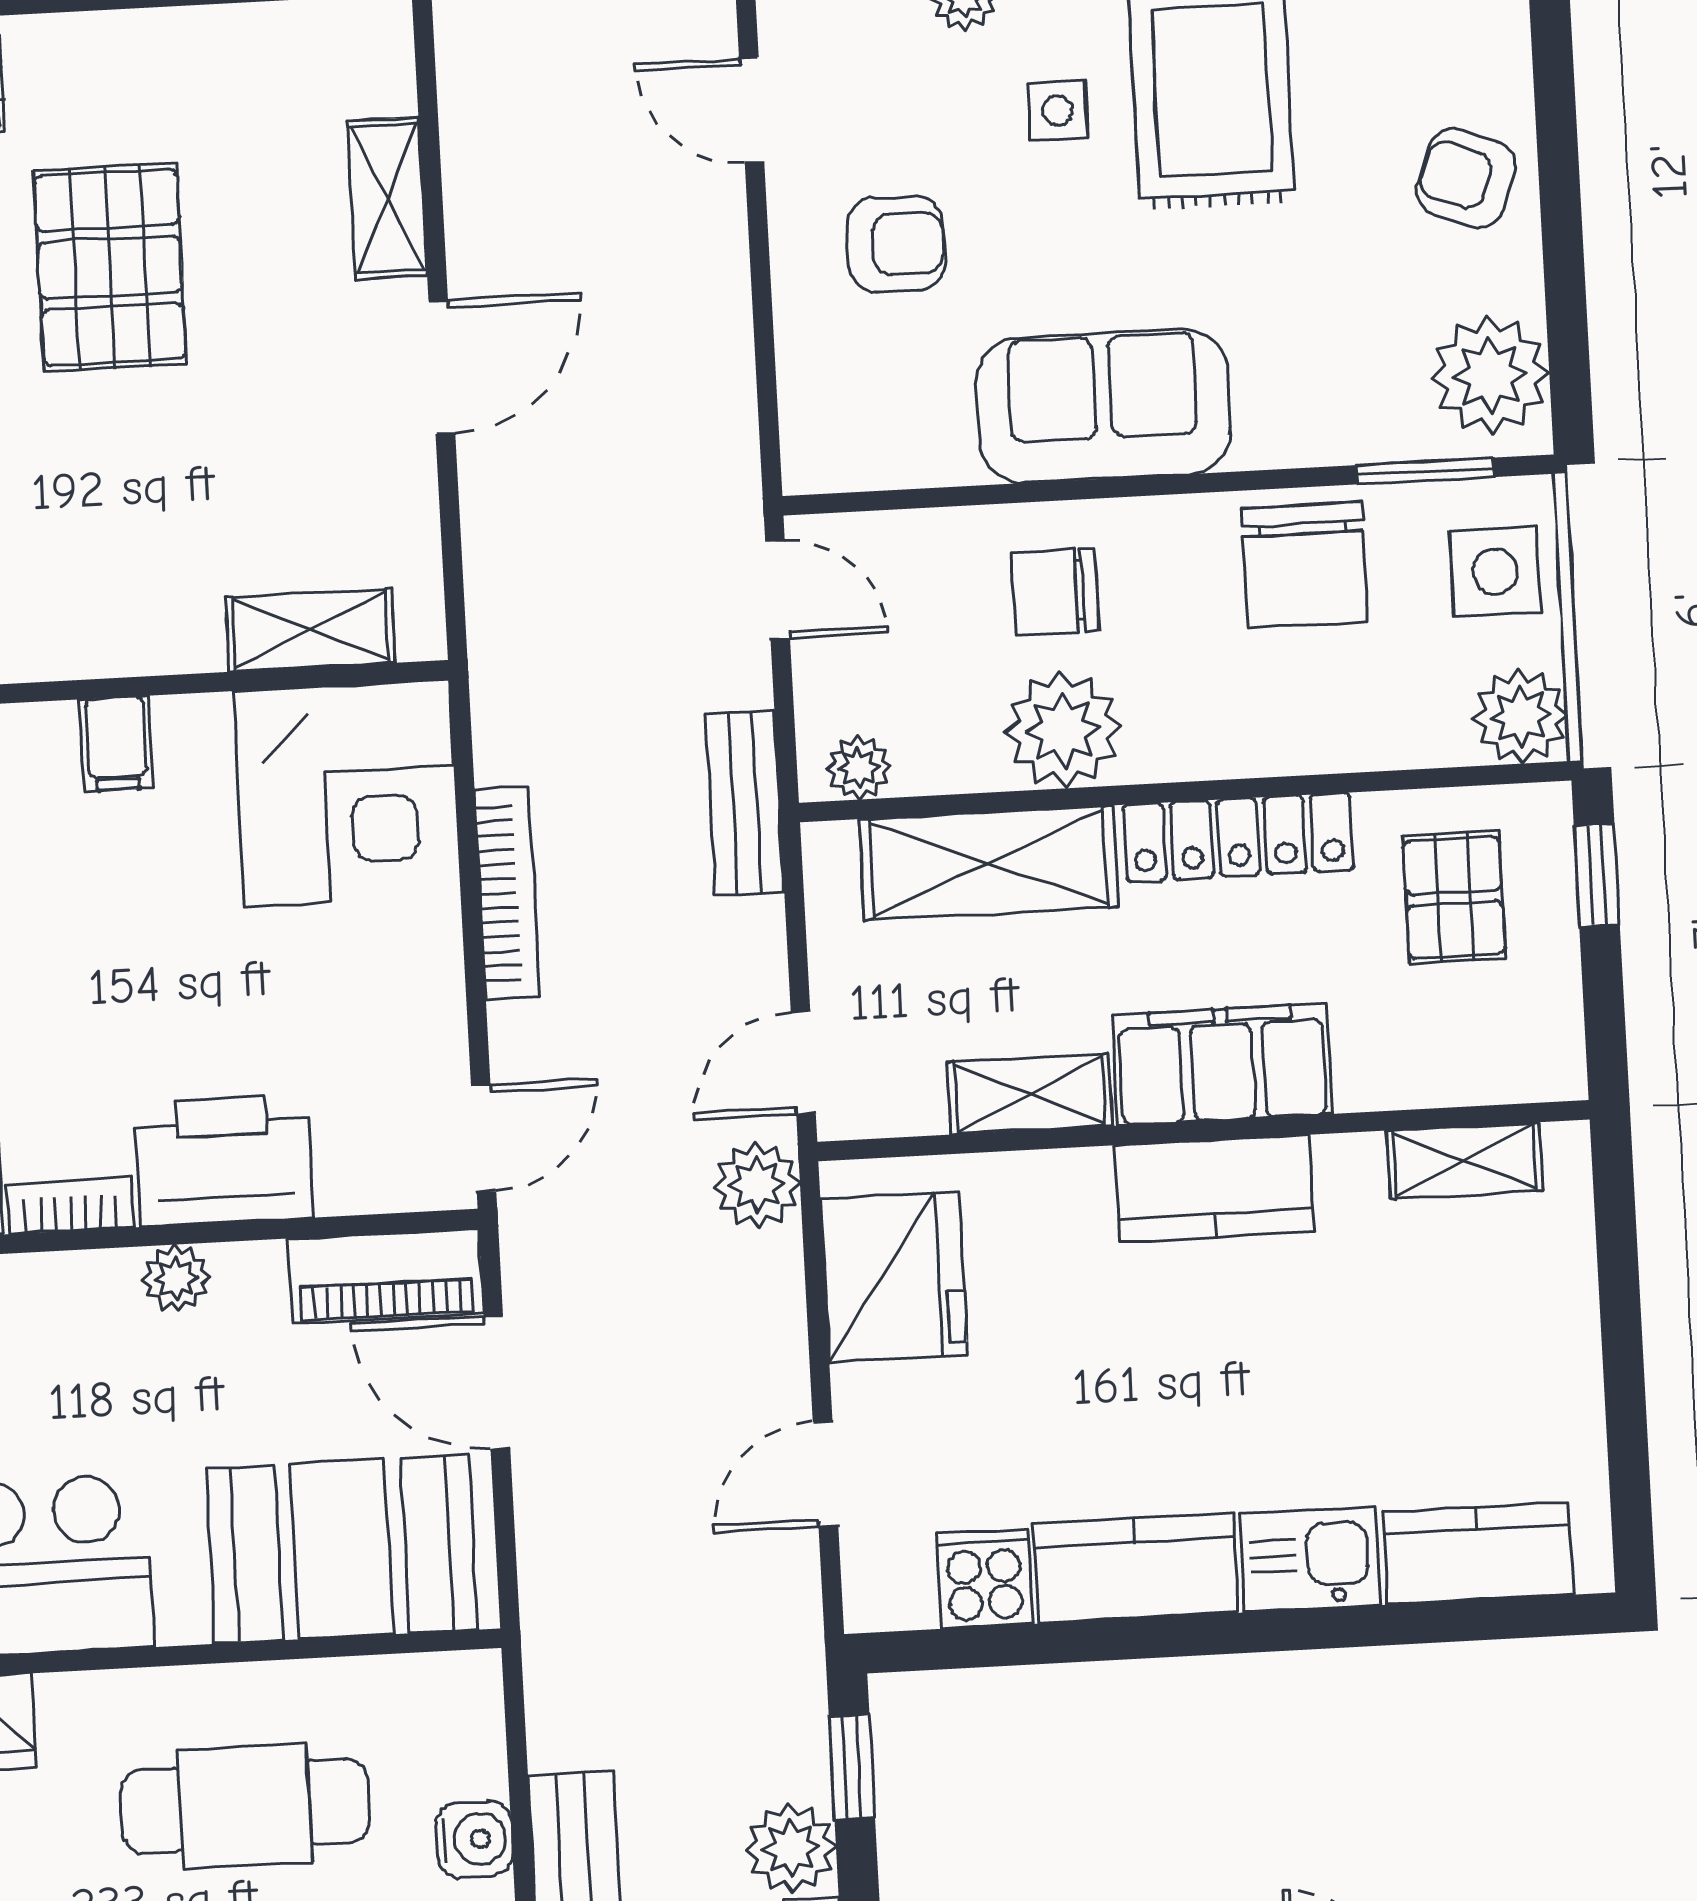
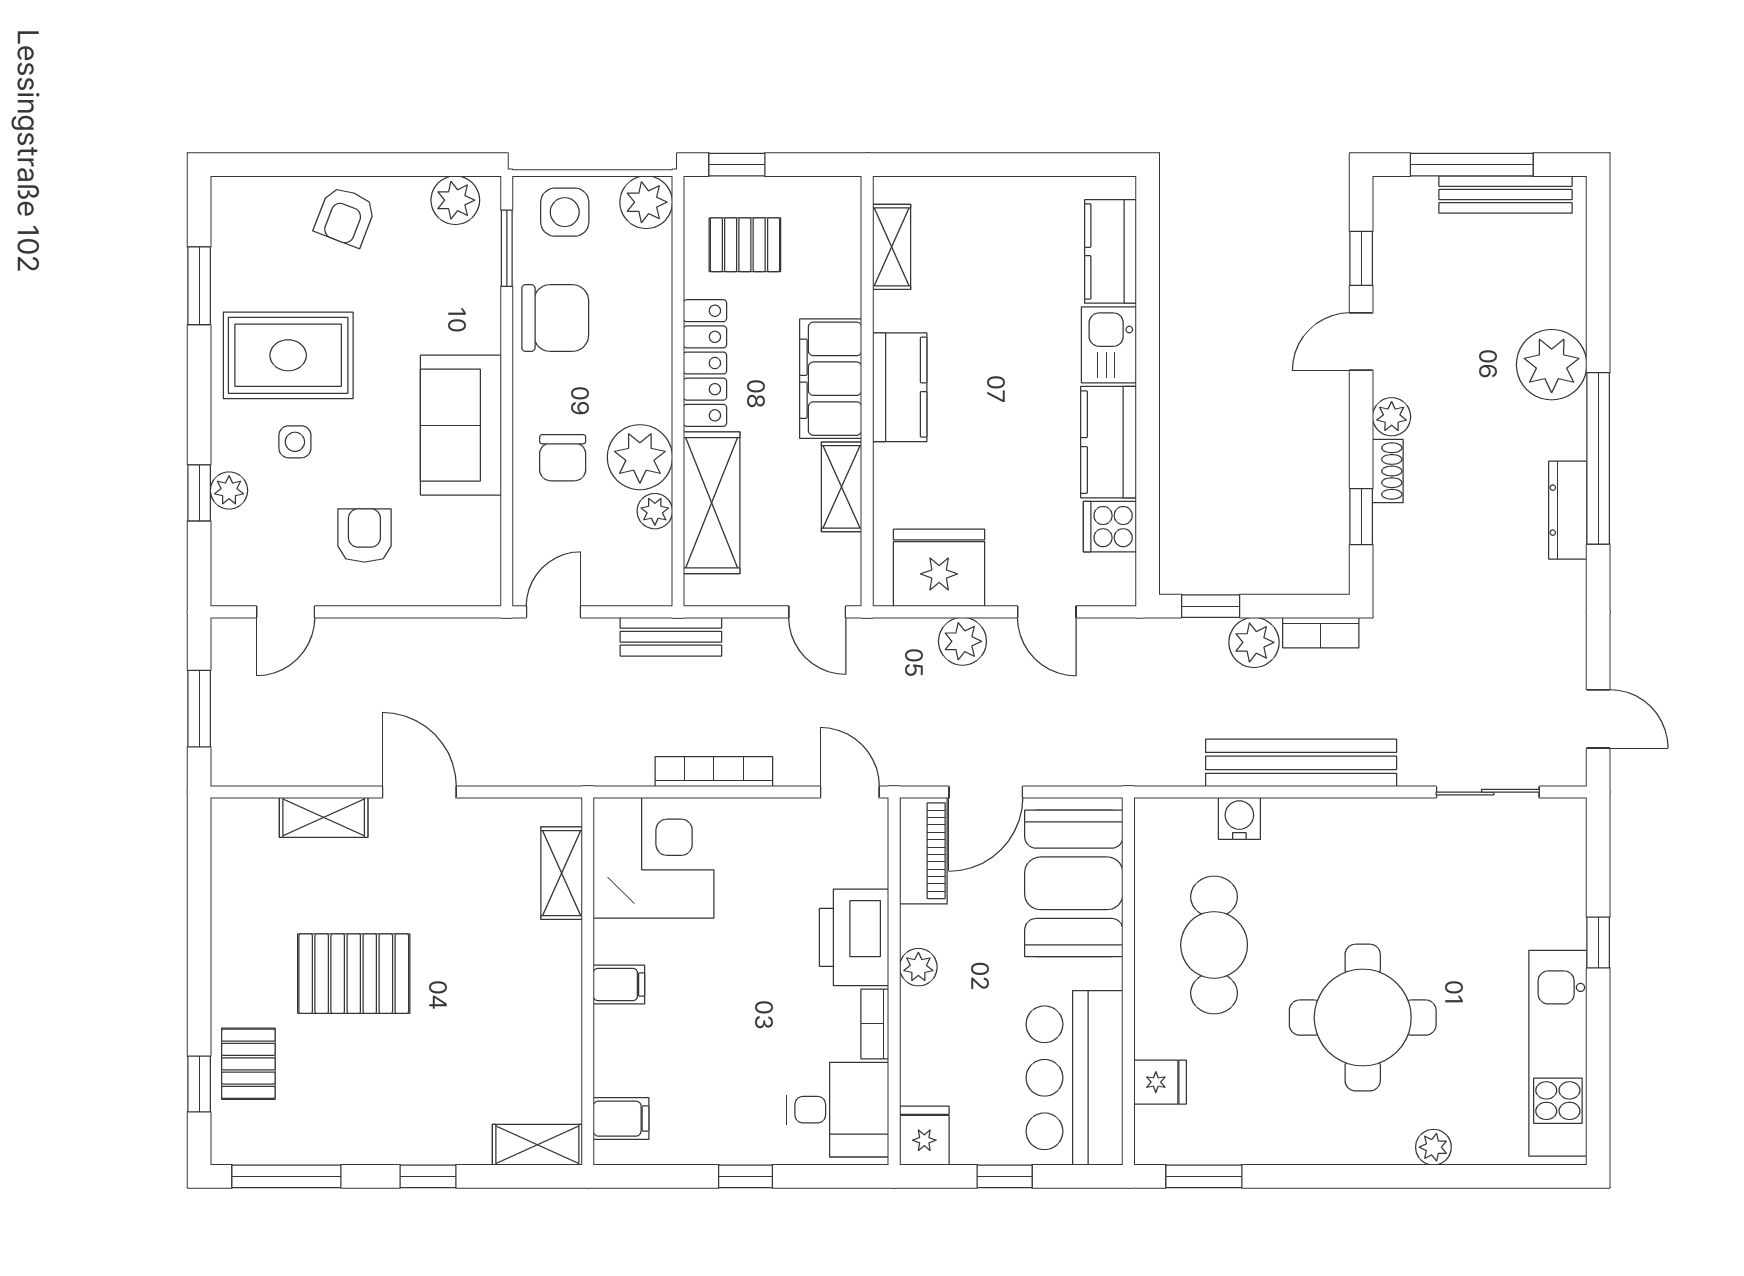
plant: (1490, 375) -> (455, 200), width x0.73, depth x0.73
plant: (859, 768) -> (655, 511), moved
plant: (757, 1185) -> (962, 641), moved

